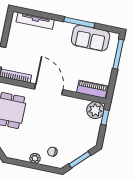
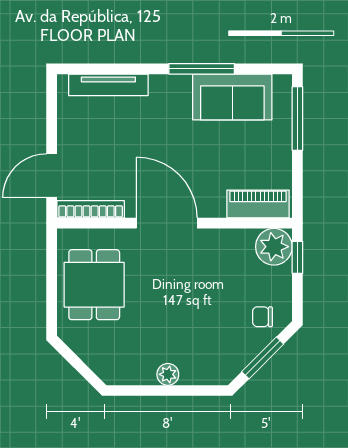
chair: (52, 152) -> (262, 317), moved

